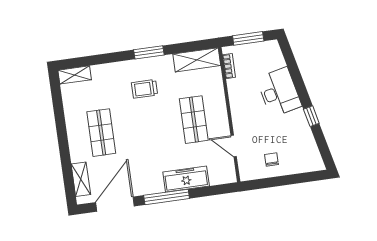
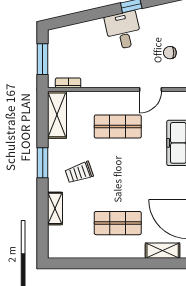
shelving: (75, 75) -> (55, 208), moved
trolley: (144, 89) -> (79, 173), turned 71
desk: (279, 92) -> (123, 30), moved, width x0.73

